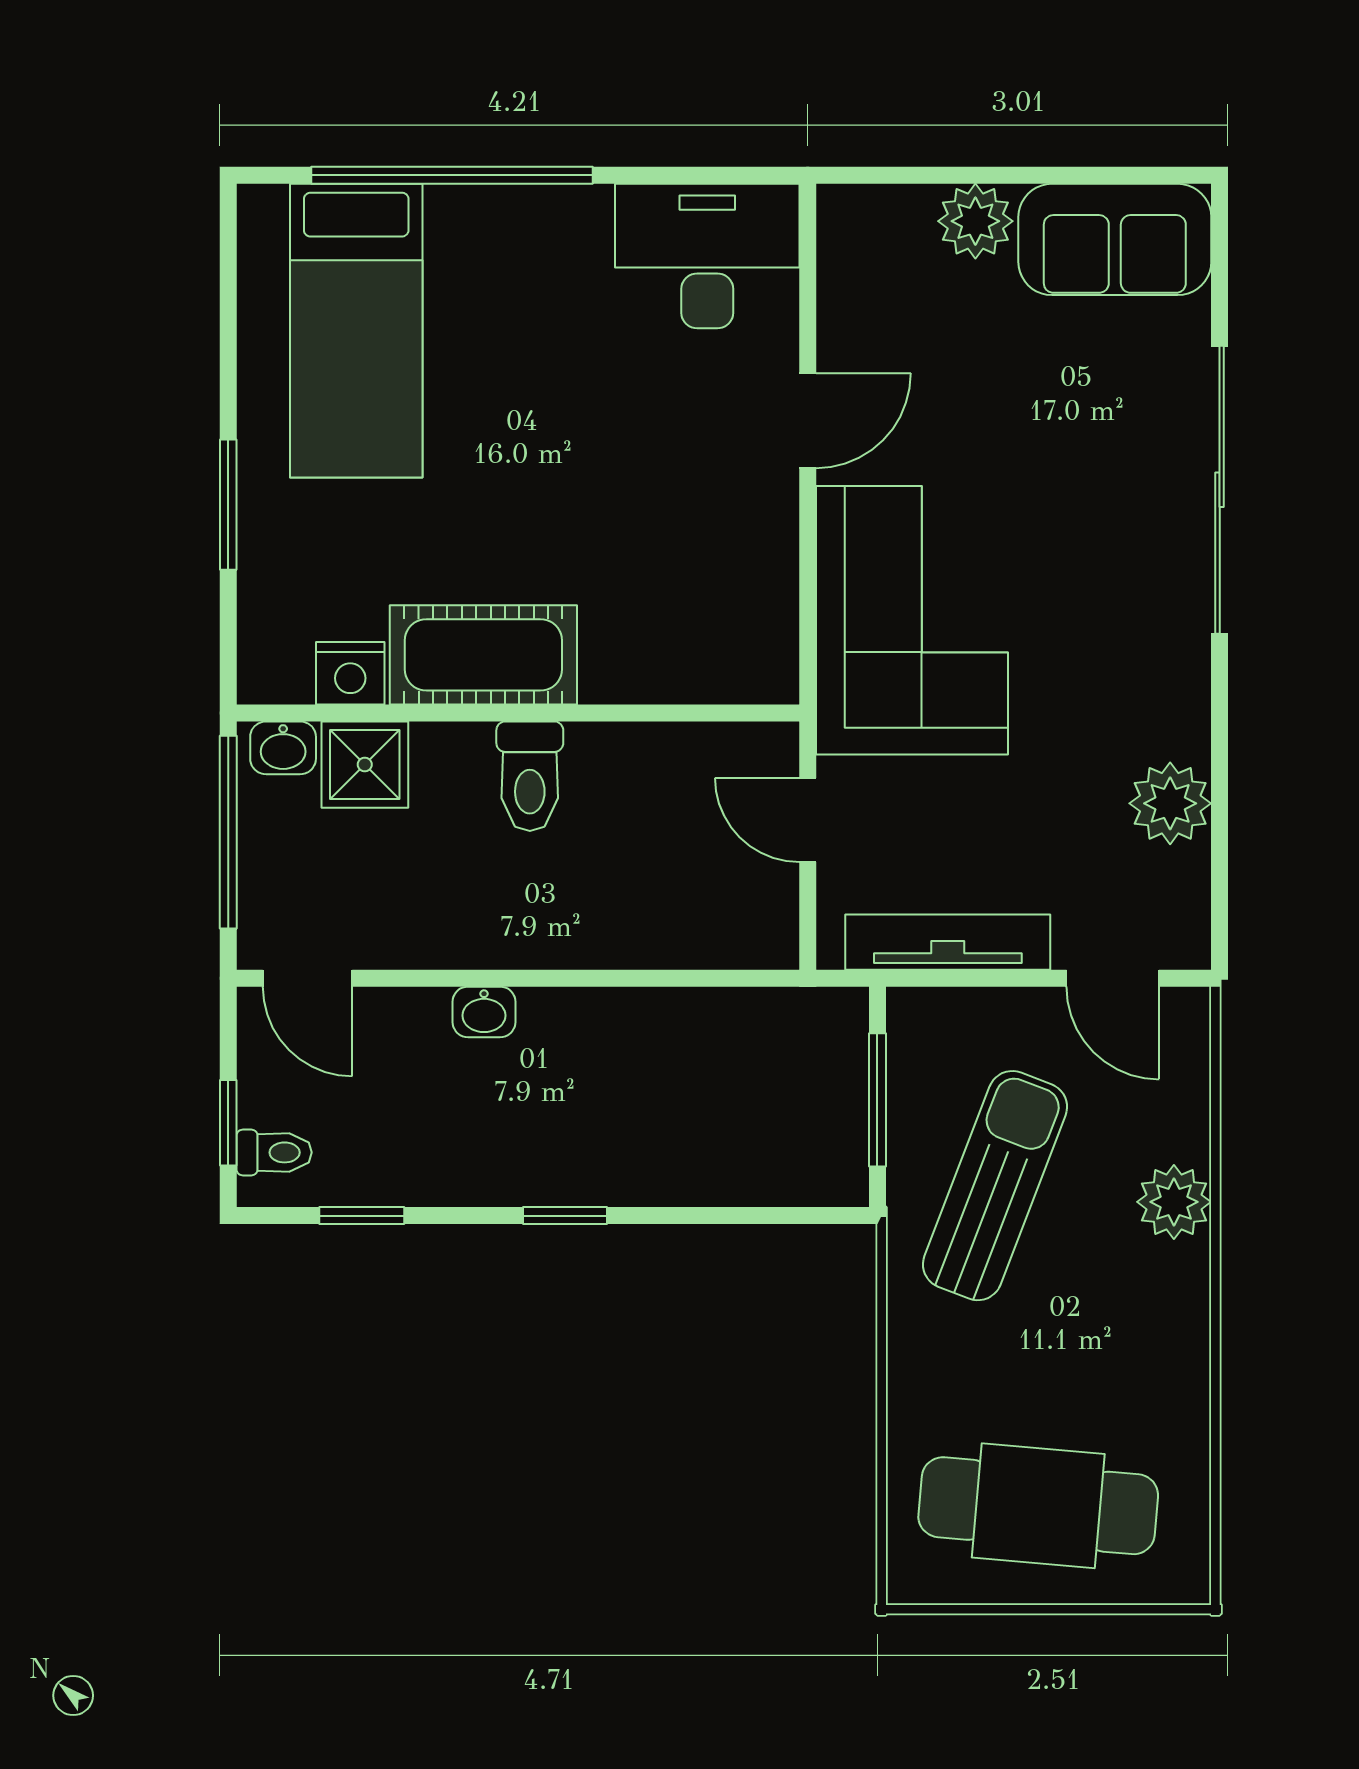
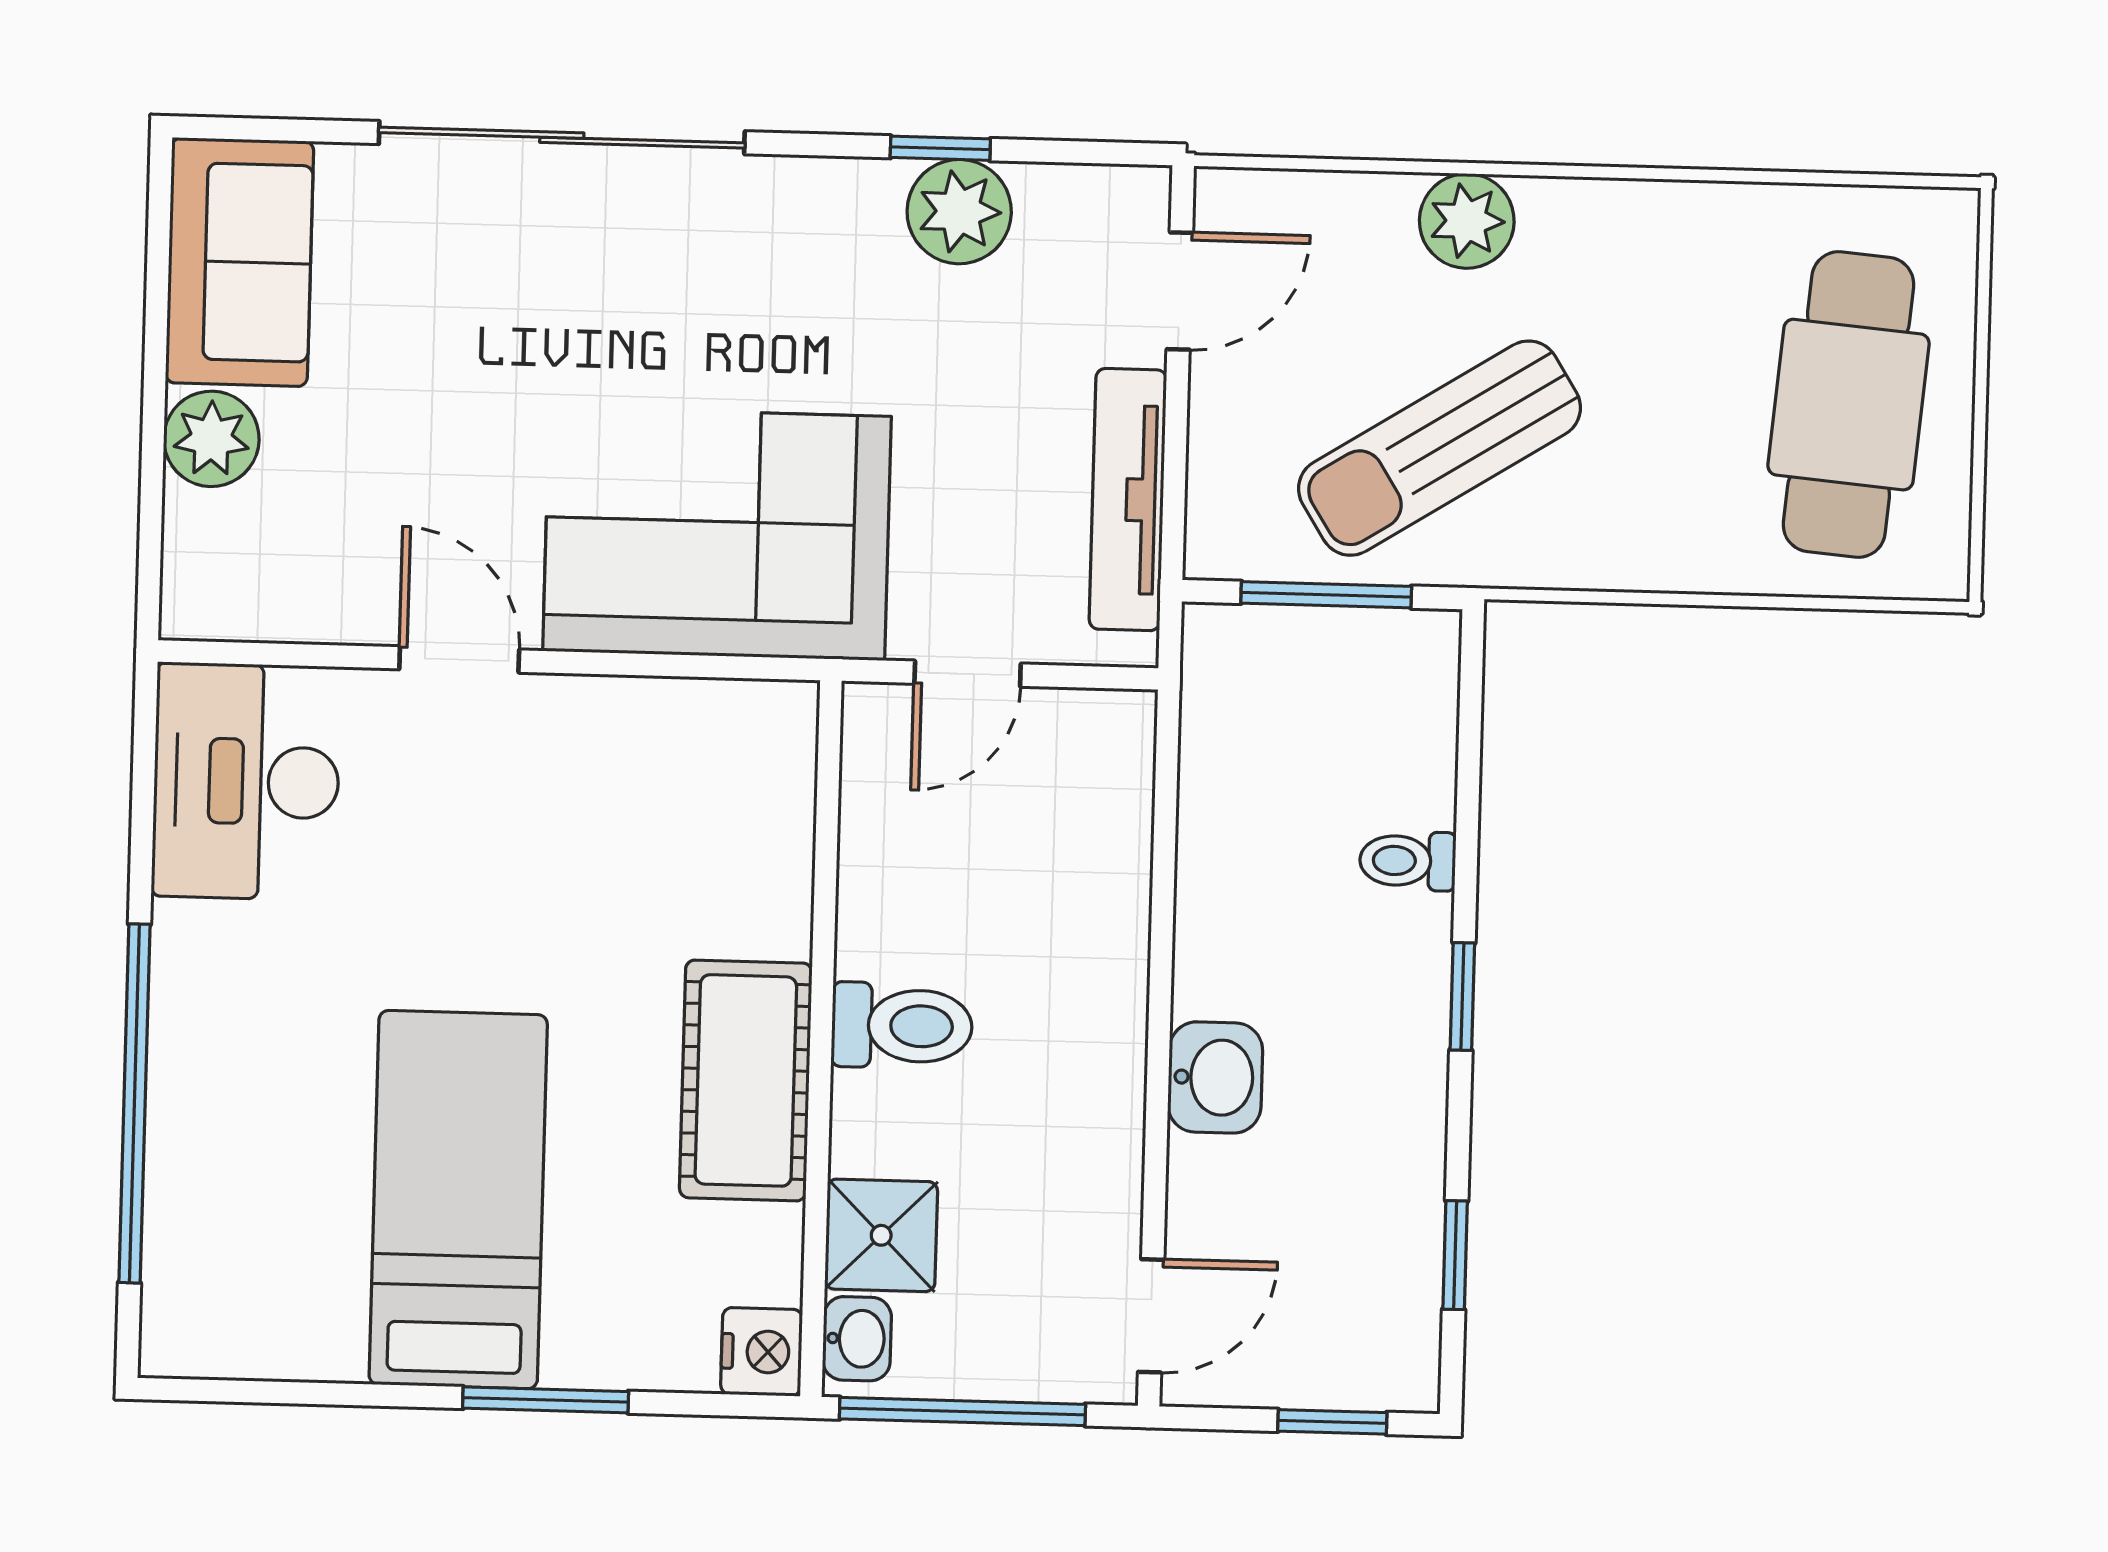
bed: (356, 331) -> (458, 1200), moved, turned -90
nightstand: (350, 673) -> (762, 1352), moved
window: (1220, 787) -> (940, 148), added
washbasin: (484, 1012) -> (1215, 1077), width x1.38, depth x1.45
toilet: (274, 1152) -> (1408, 861), moved, turned -90
sun lounger: (995, 1186) -> (1440, 448), turned -53

